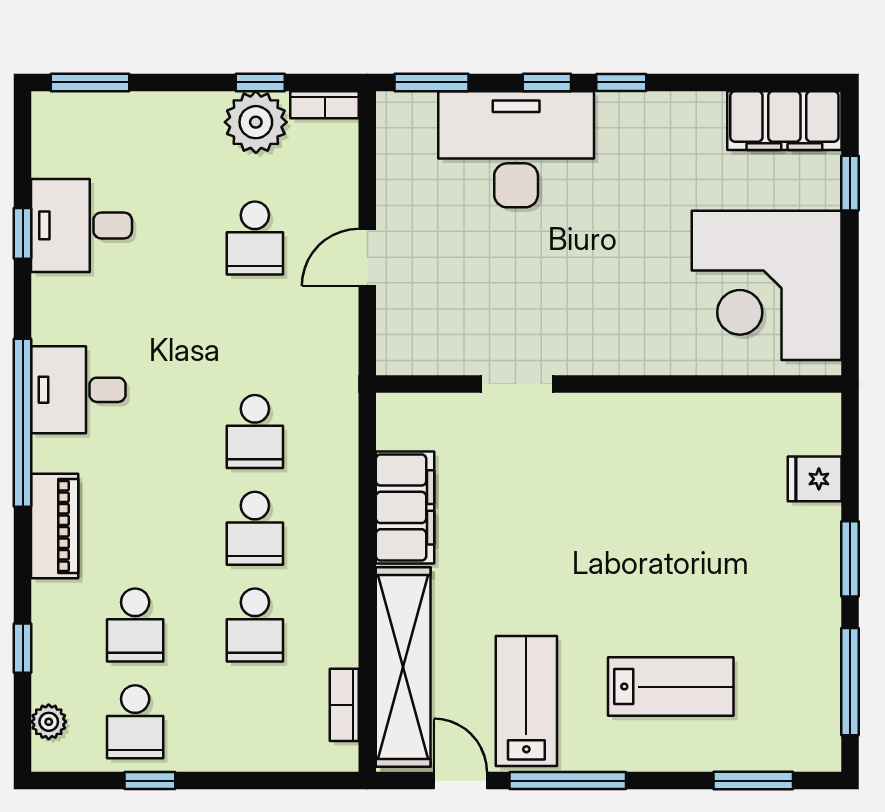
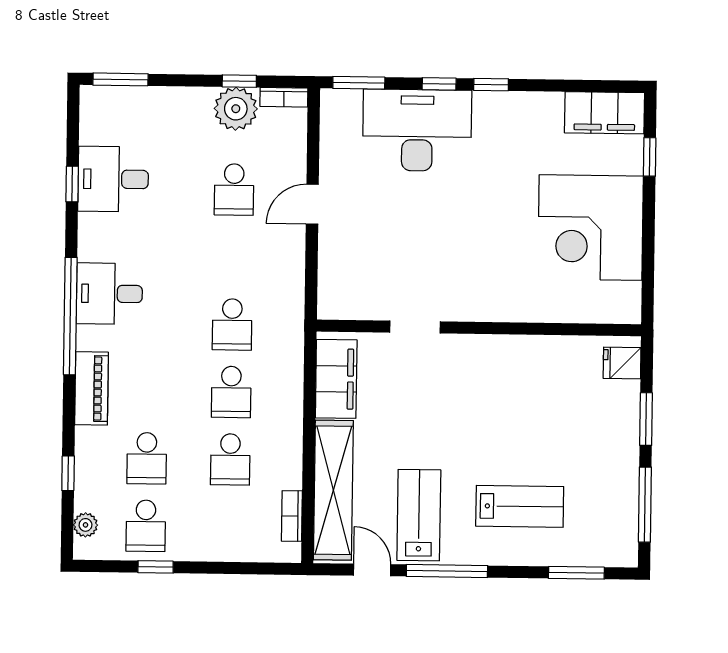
doorway: (517, 384) -> (415, 327), moved
wall: (609, 384) -> (479, 328), moved

